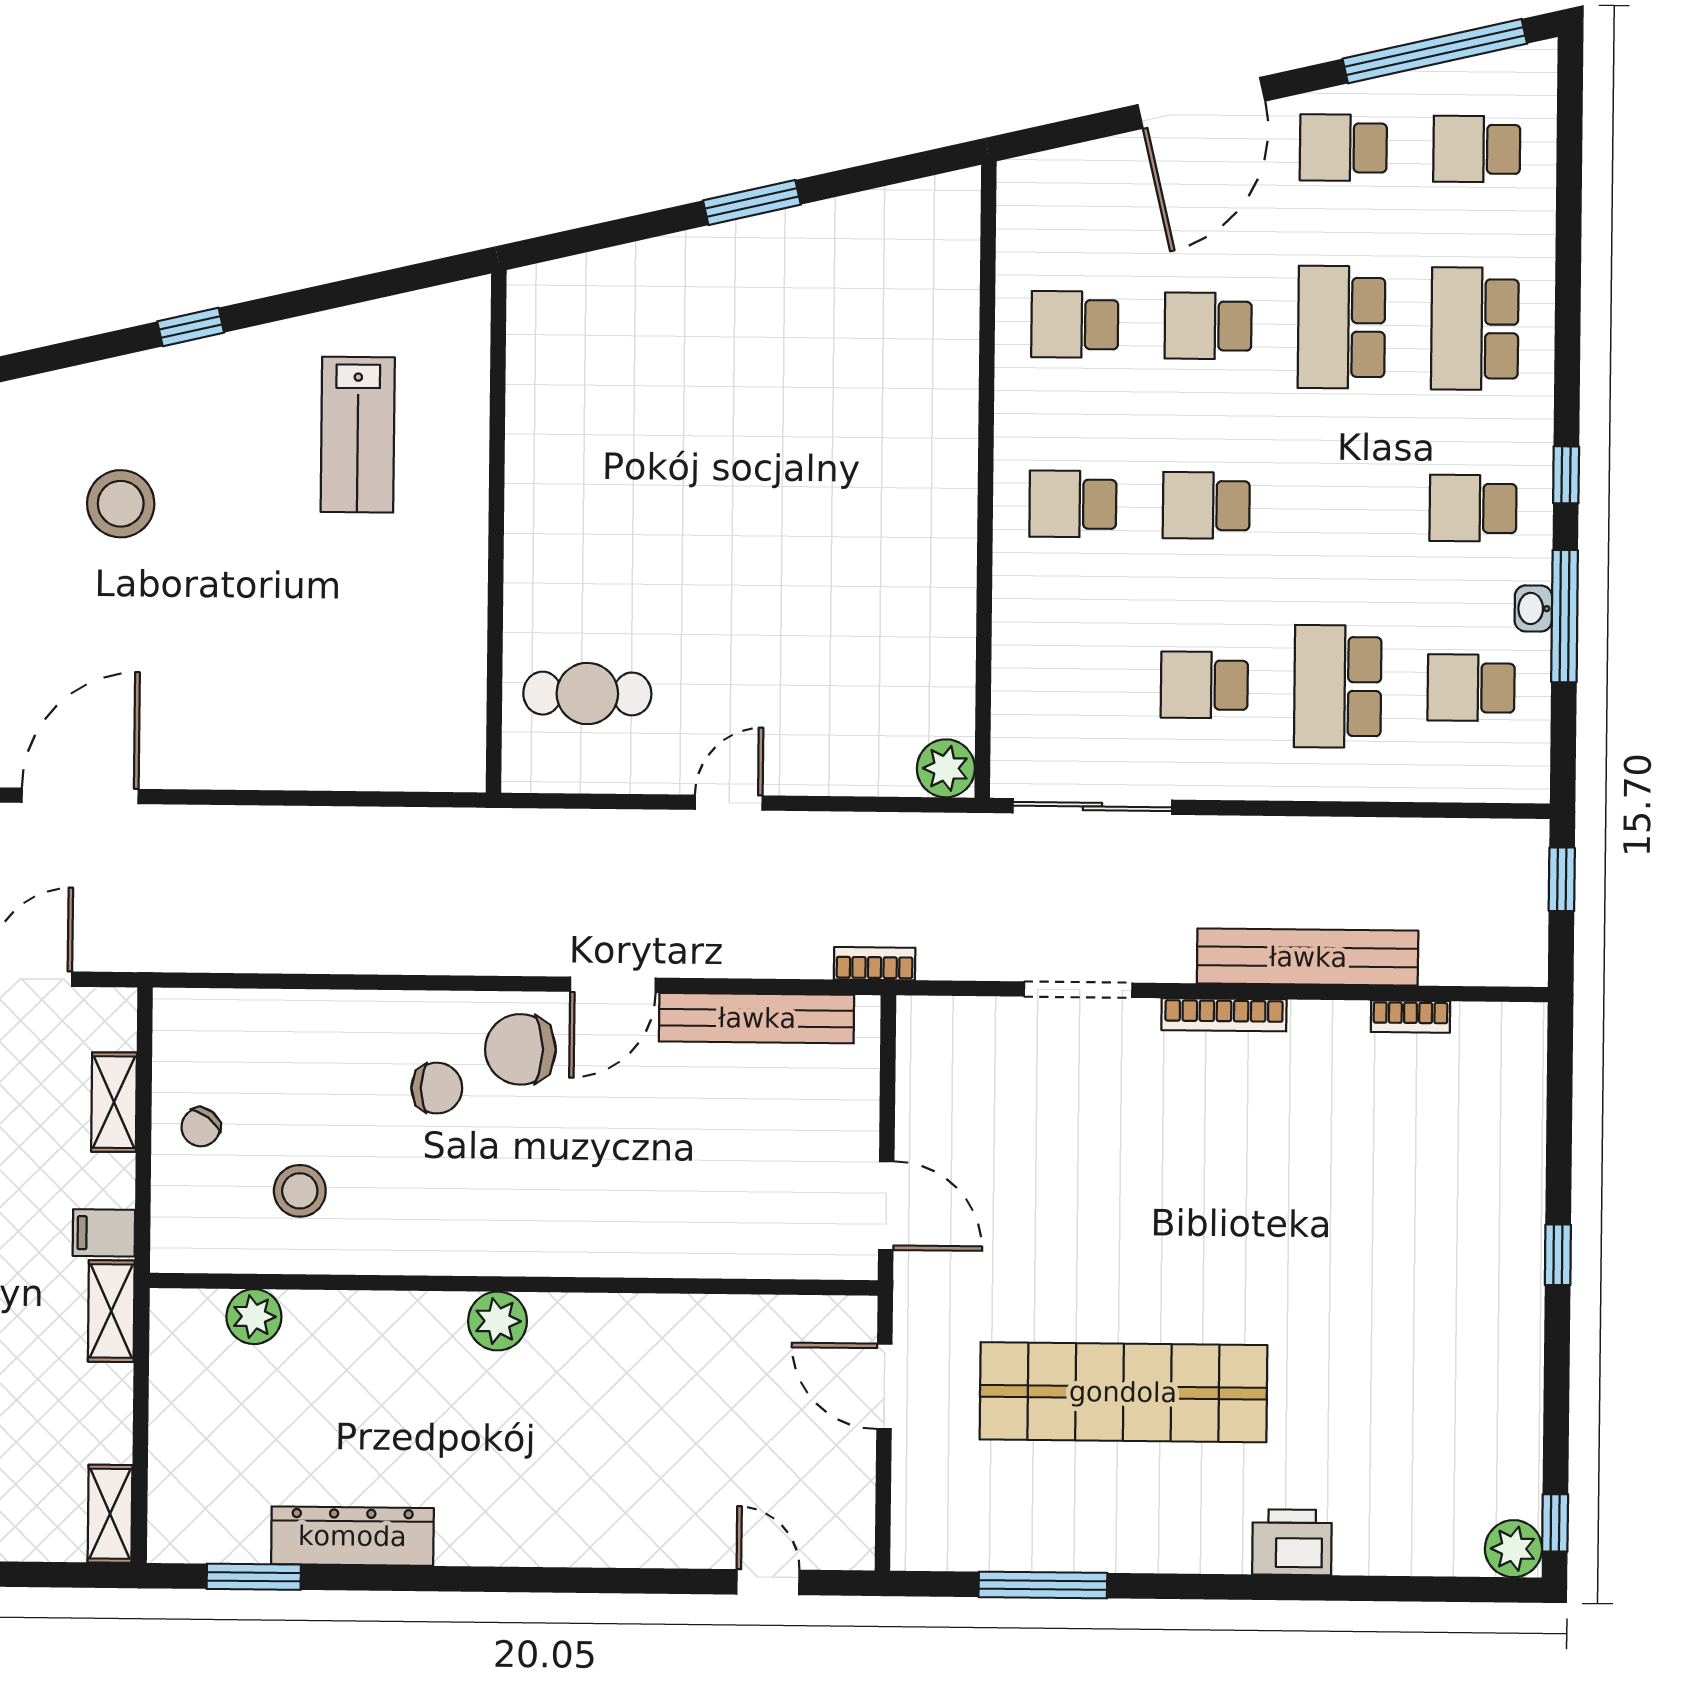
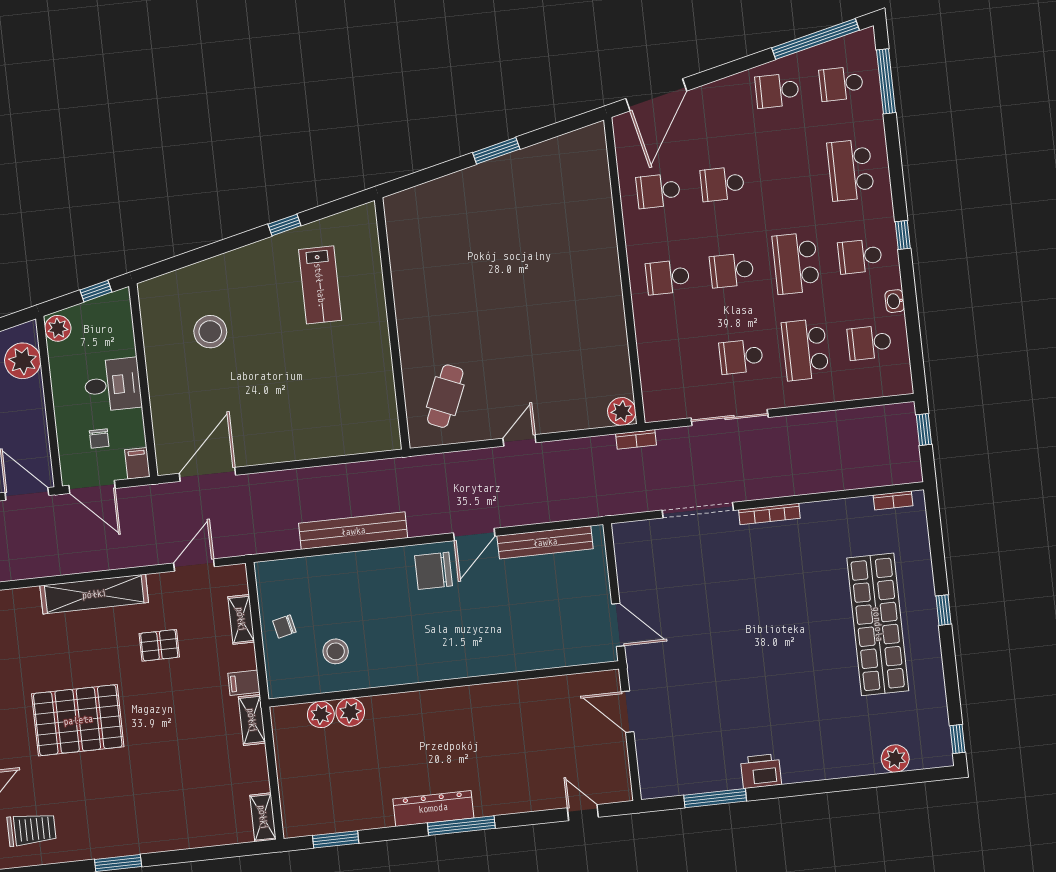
door: (1201, 103) -> (656, 95), moved
window: (191, 327) -> (284, 225), moved
school desk: (1341, 327) -> (796, 263), moved
window: (1565, 616) -> (886, 81), moved
cafe table: (587, 694) -> (445, 396), turned -67
sliding door: (1092, 806) -> (730, 418), moved
bench: (1308, 957) -> (353, 531), moved
bookcase: (875, 964) -> (636, 439), moved, turned 180
doorway: (1078, 990) -> (698, 510), width x1.36
bookcase: (1410, 1017) -> (893, 500), moved
chair: (437, 1088) -> (396, 594), removed
chair: (201, 1127) -> (284, 626), turned 40
plant: (498, 1321) -> (350, 712), moved
shop shelf: (1123, 1392) -> (878, 624), moved, turned 90
dresser: (352, 1536) -> (433, 808), moved
printer: (1292, 1542) -> (761, 771), moved
plant: (1513, 1549) -> (895, 758), moved
window: (515, 1580) -> (461, 826), added

